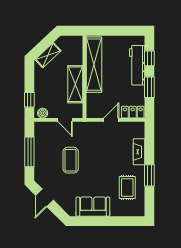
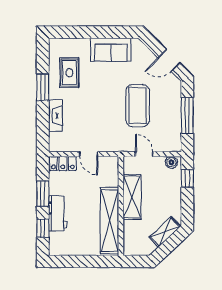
workbench: (137, 65) -> (58, 213), width x0.73
door: (111, 120) -> (89, 154), hinge flipped
coffee table: (71, 160) -> (138, 106), width x1.36, depth x1.32
door: (45, 198) -> (169, 60), swing flipped

